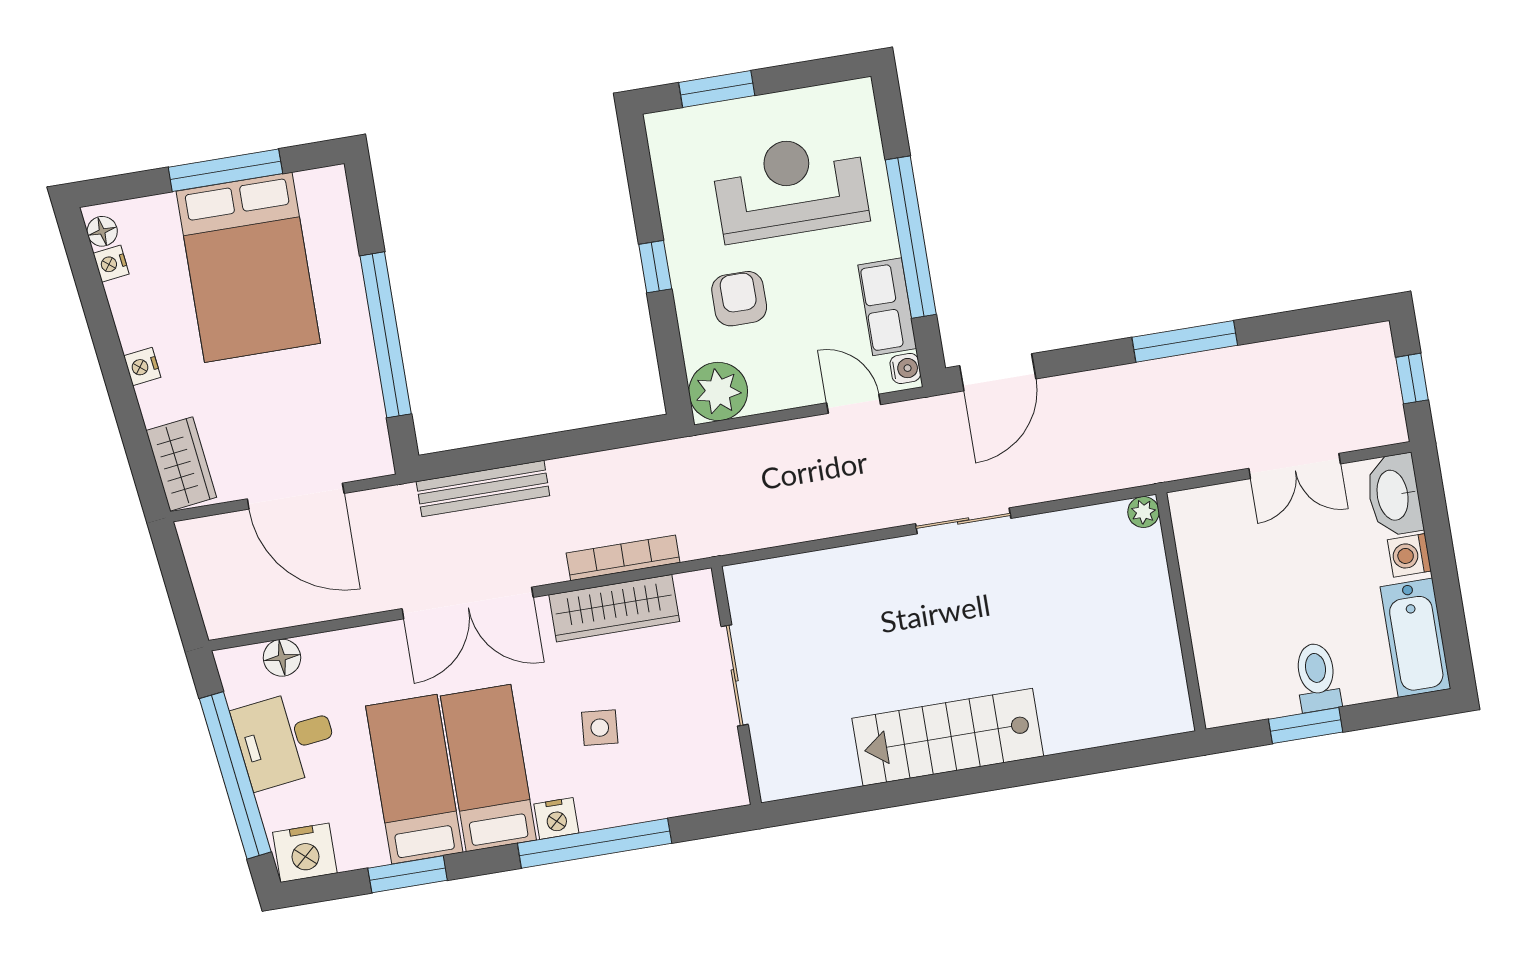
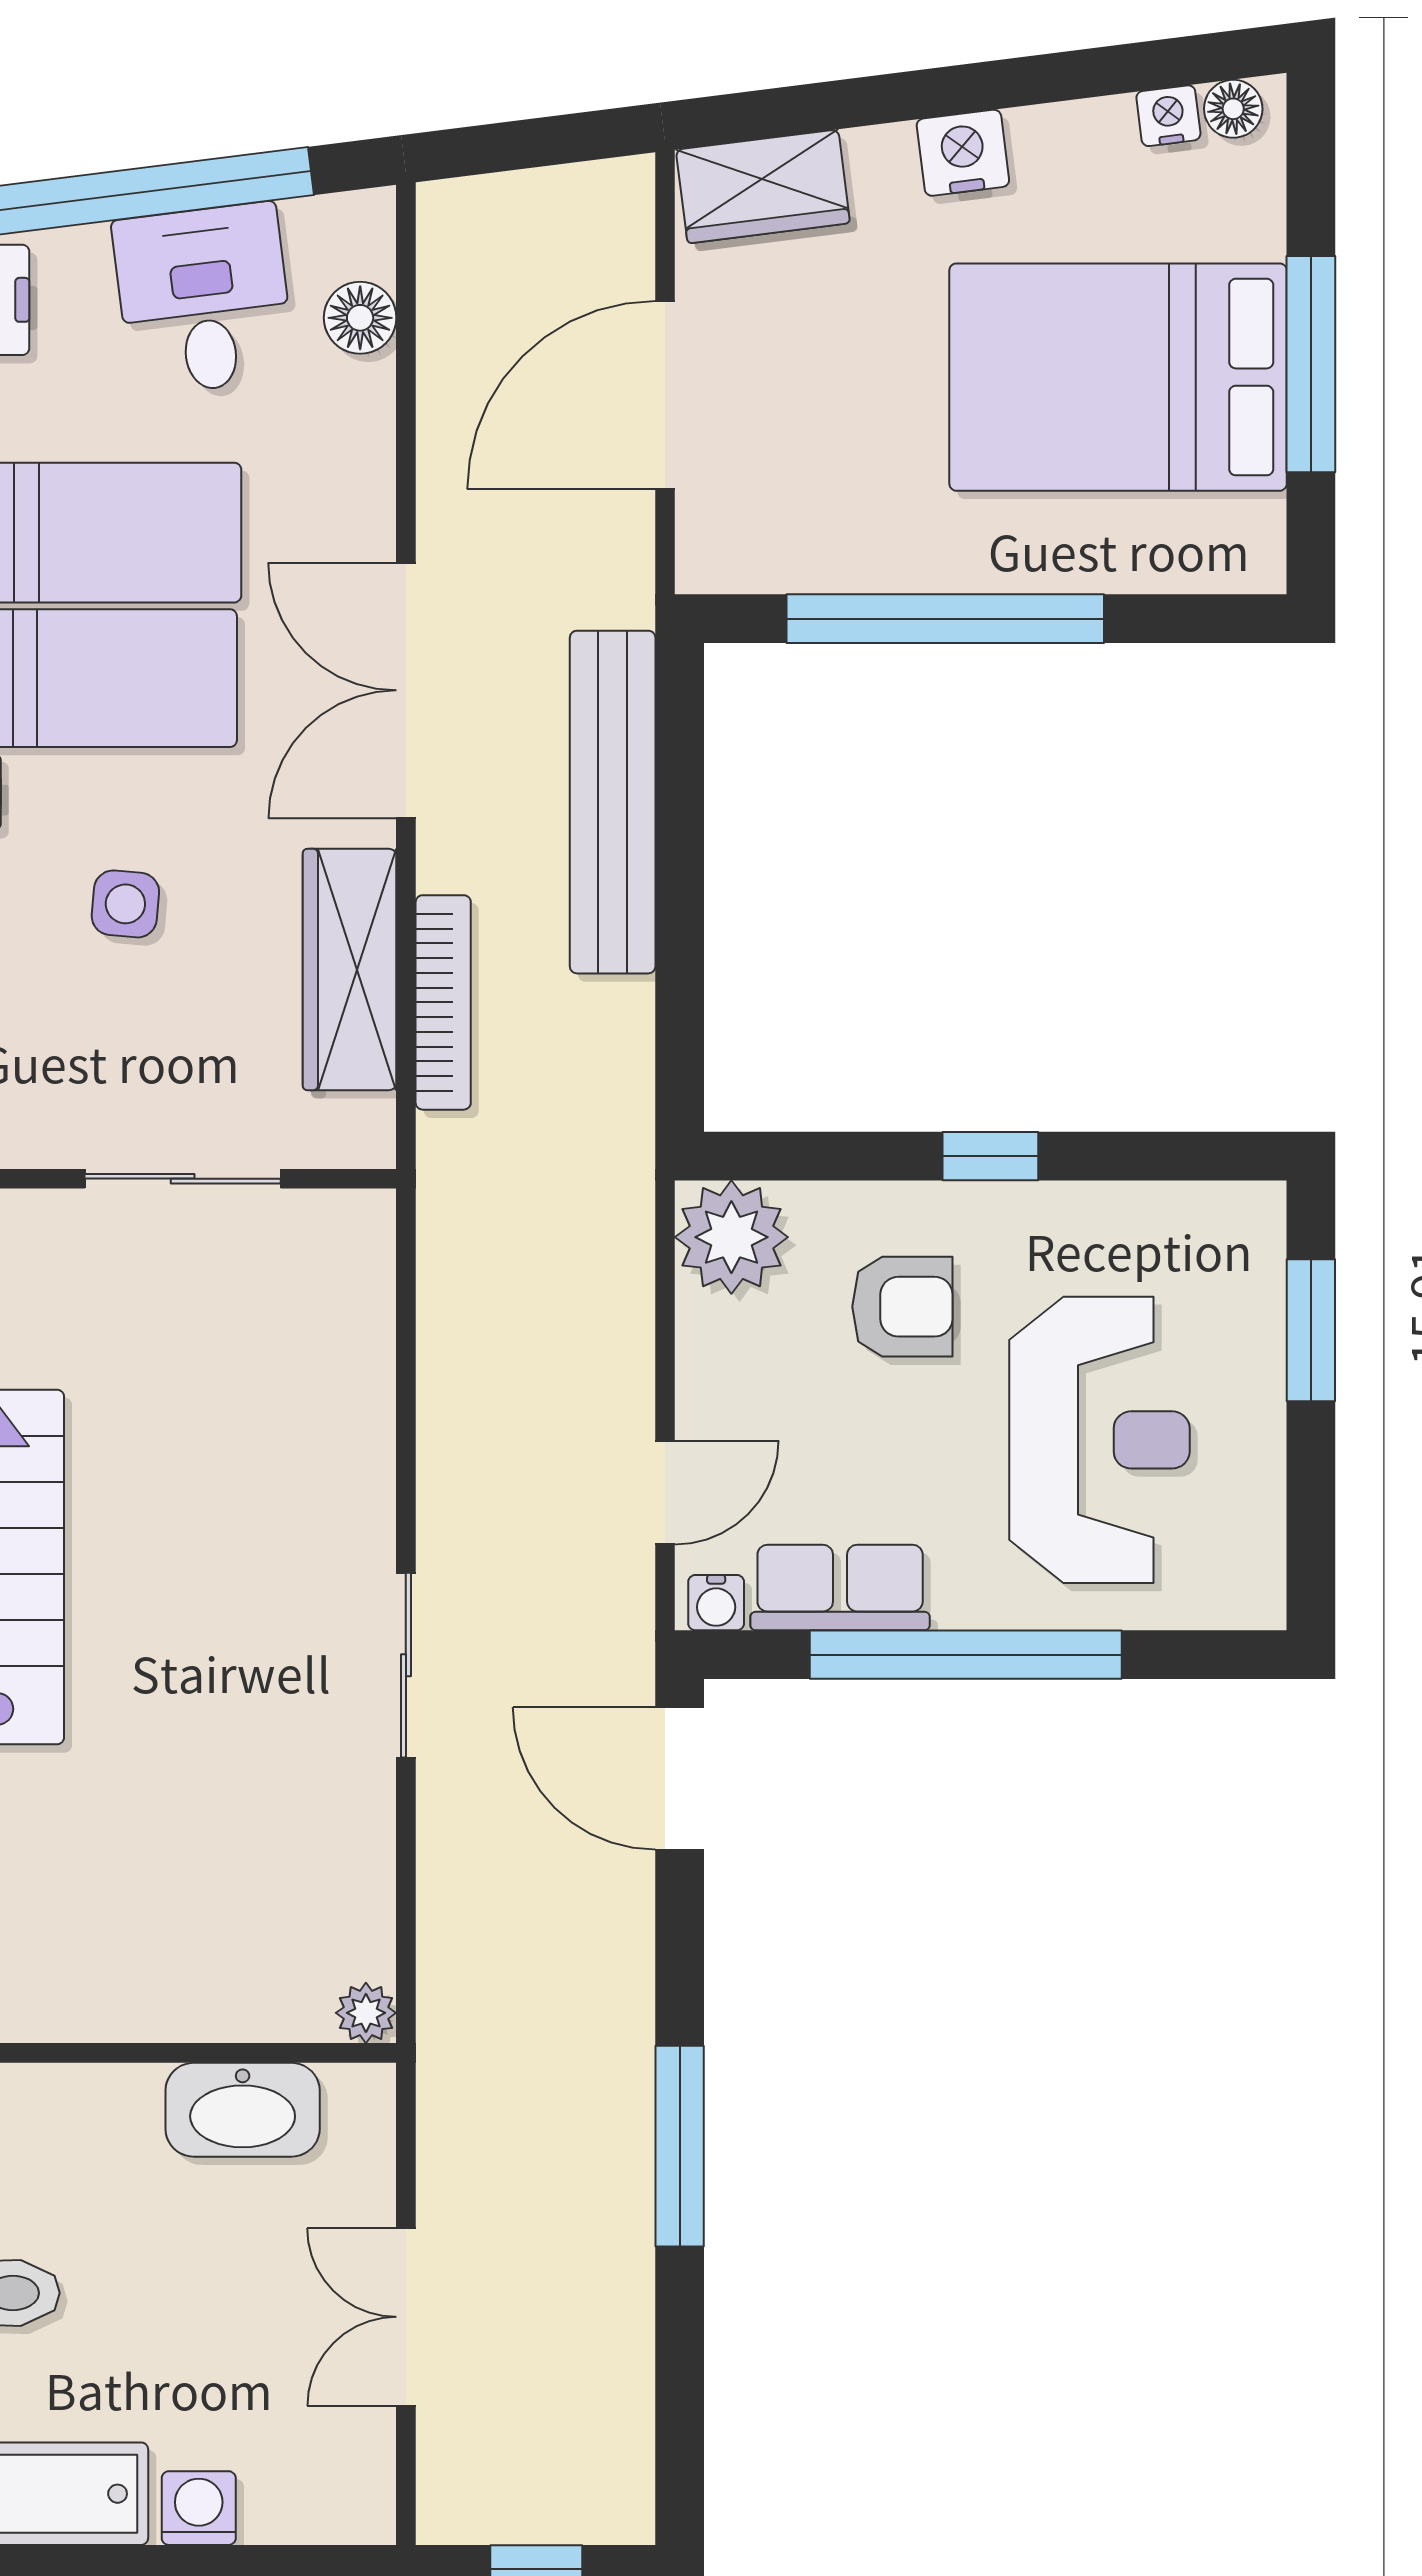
nightstand: (142, 367) -> (963, 153), width x1.39, depth x1.35
bench: (483, 489) -> (613, 802), width x1.37, depth x1.21
washbasin: (1394, 495) -> (243, 2110), moved, turned 180

